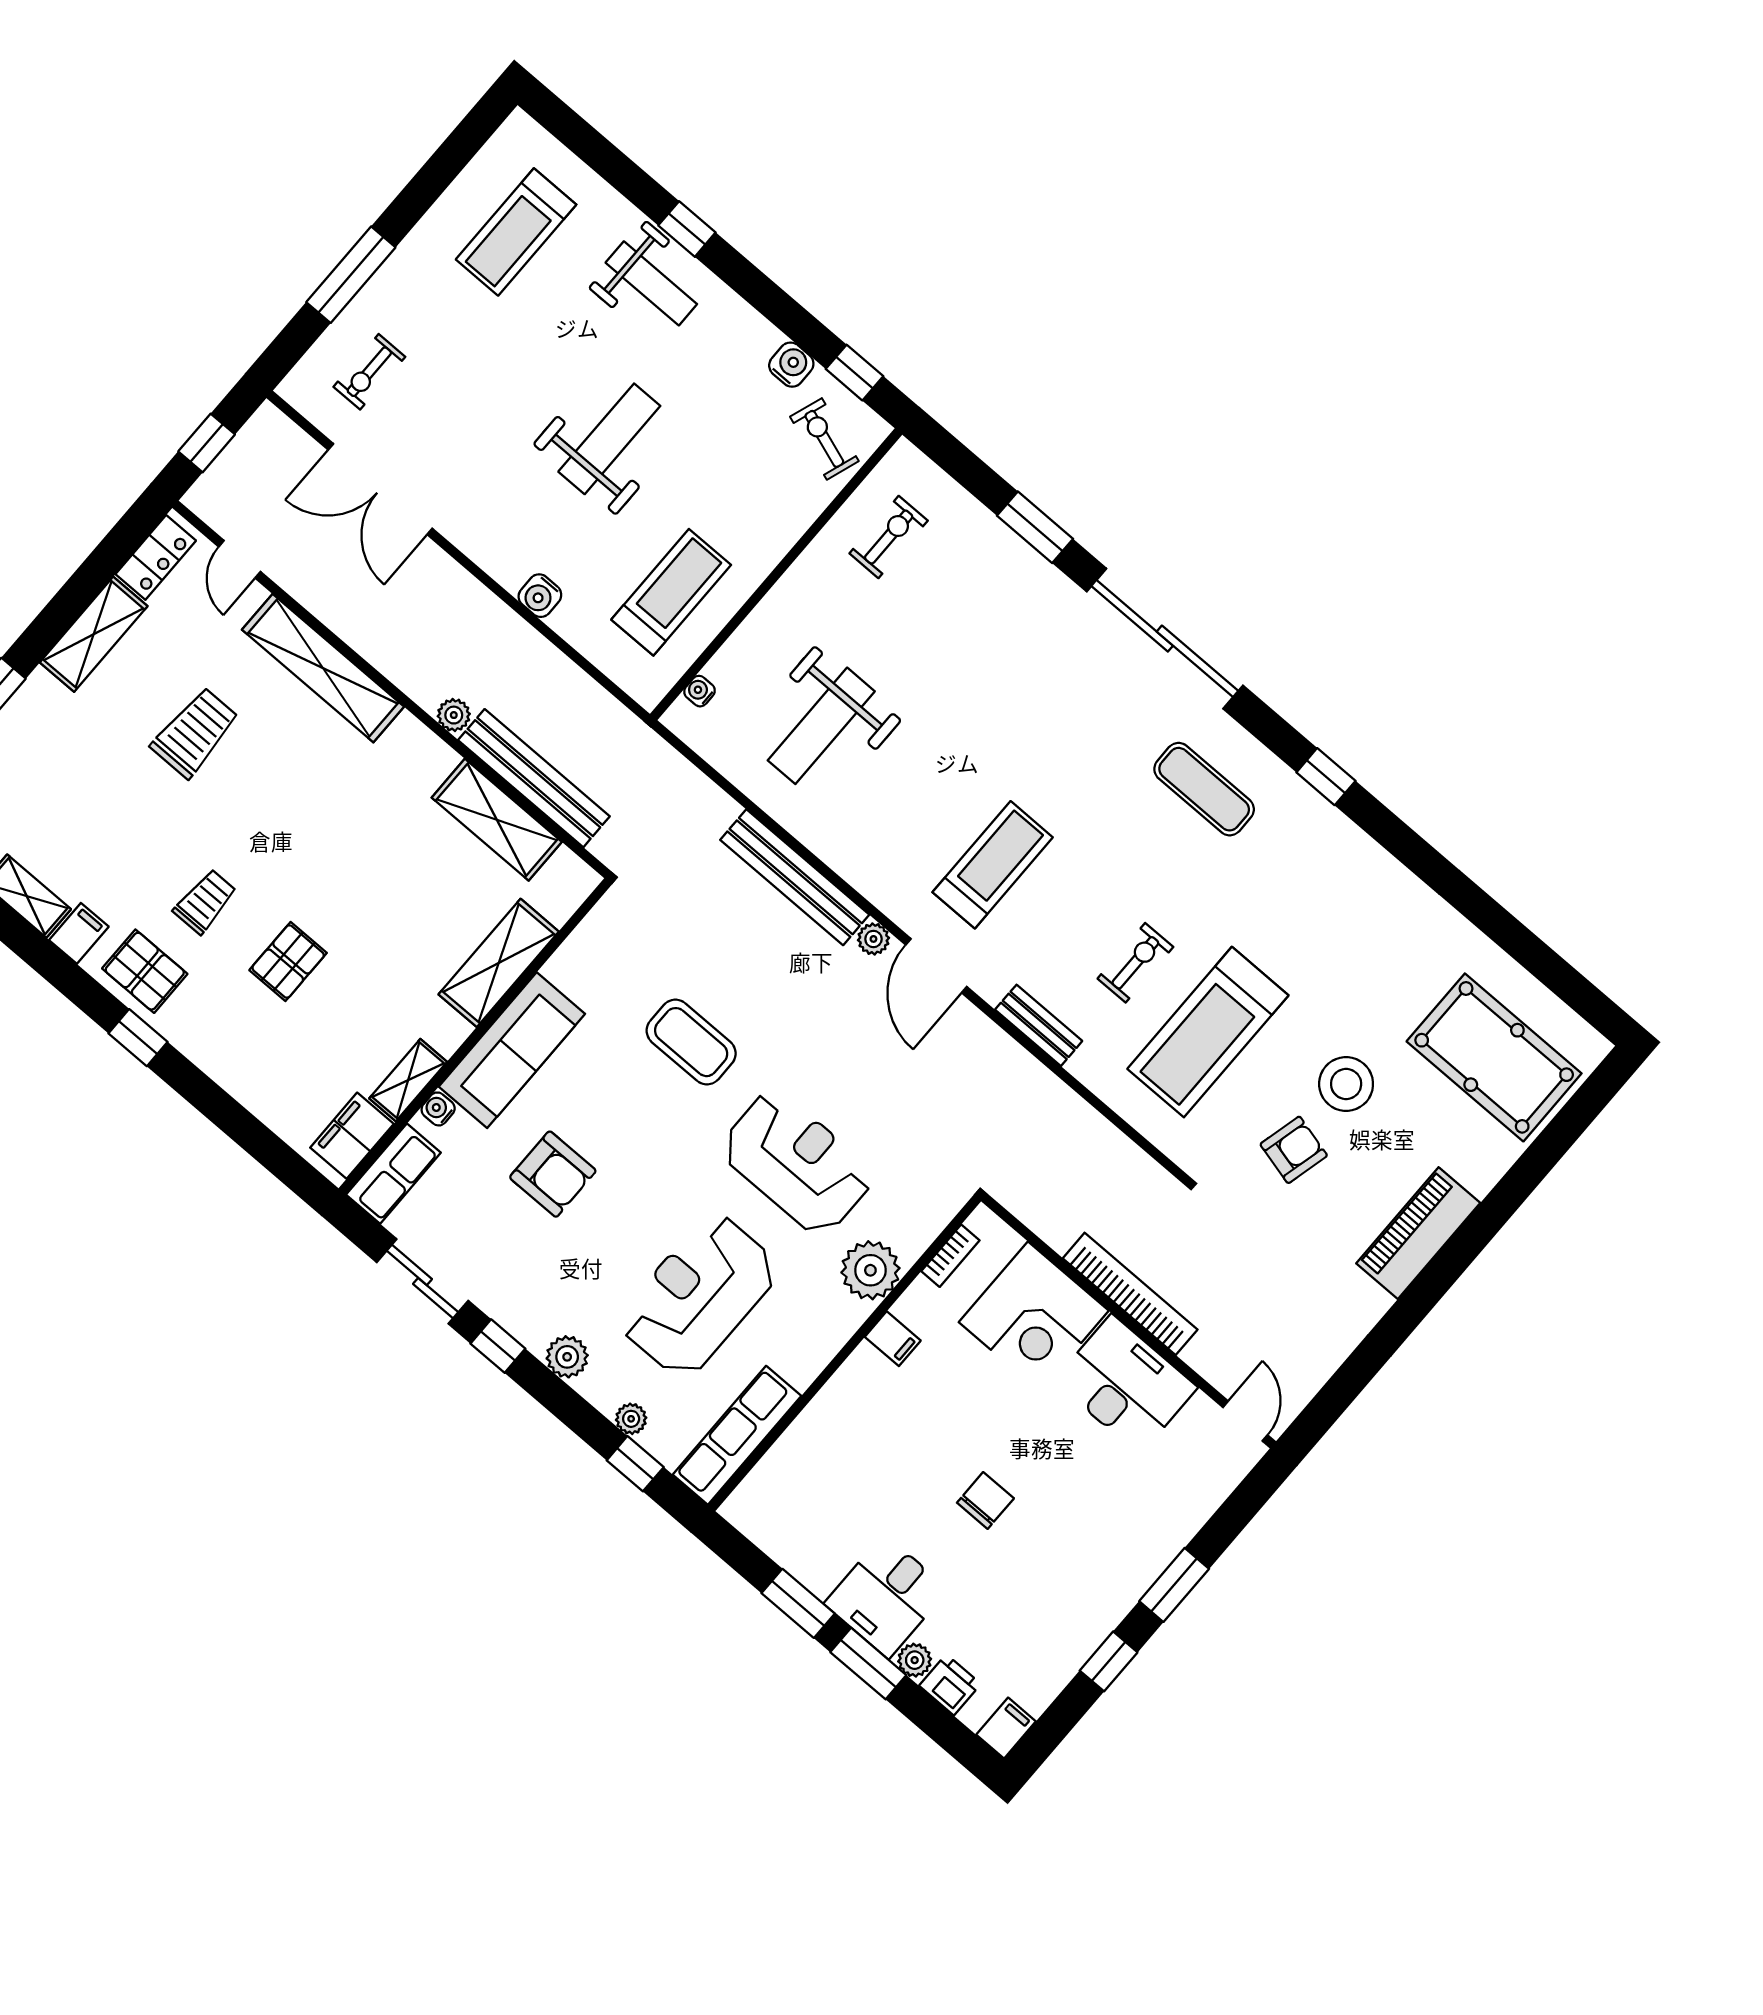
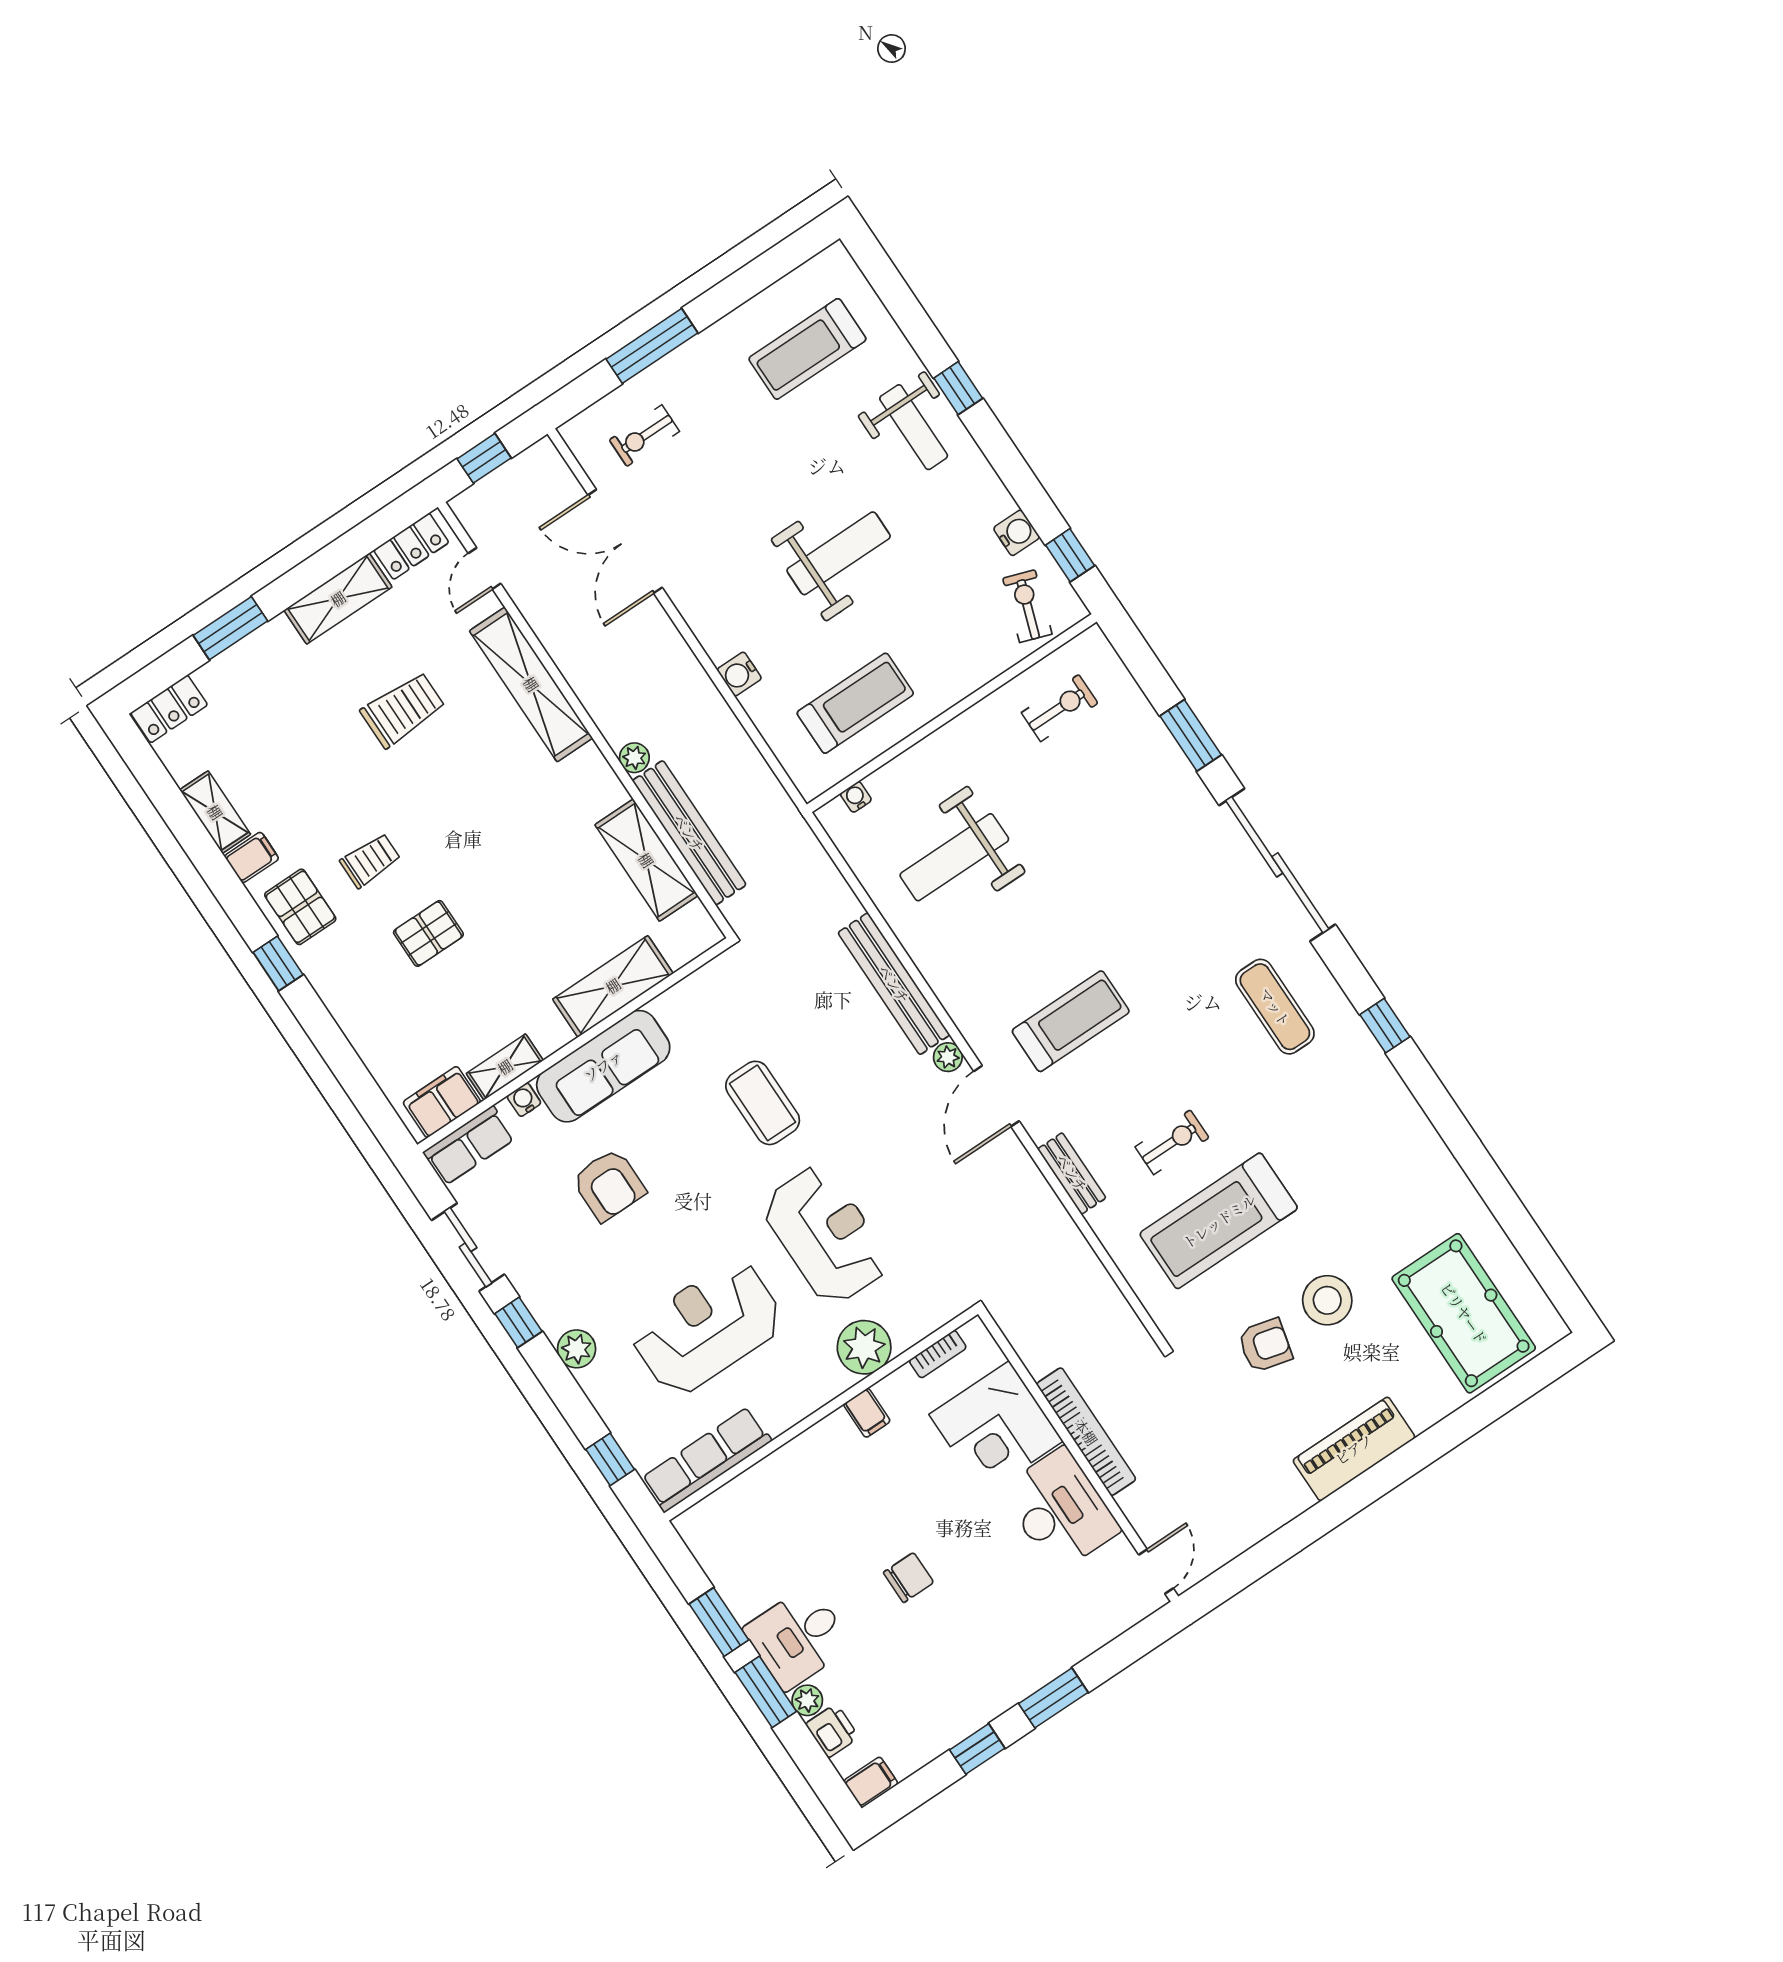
plant: (631, 1419) -> (617, 1419), removed

